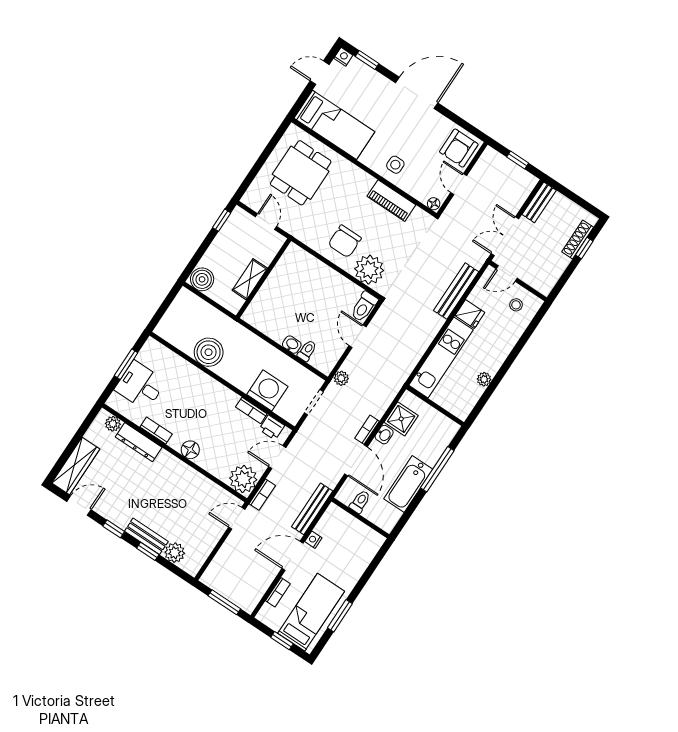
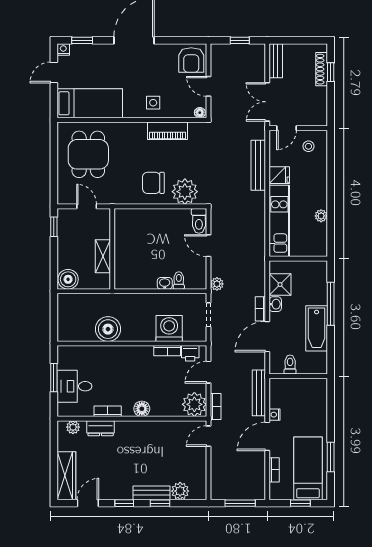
chair: (345, 241) -> (153, 183), turned 90
dresser: (139, 442) -> (101, 428), width x0.70
door: (356, 460) -> (267, 337), swing flipped

